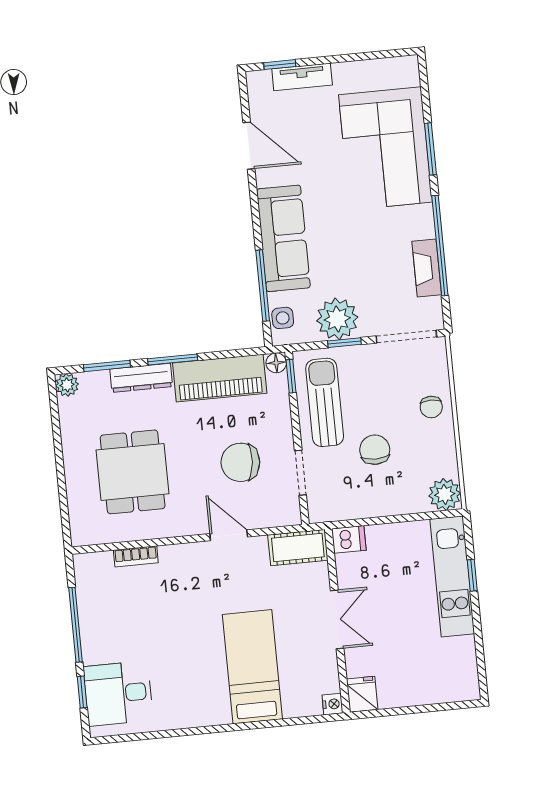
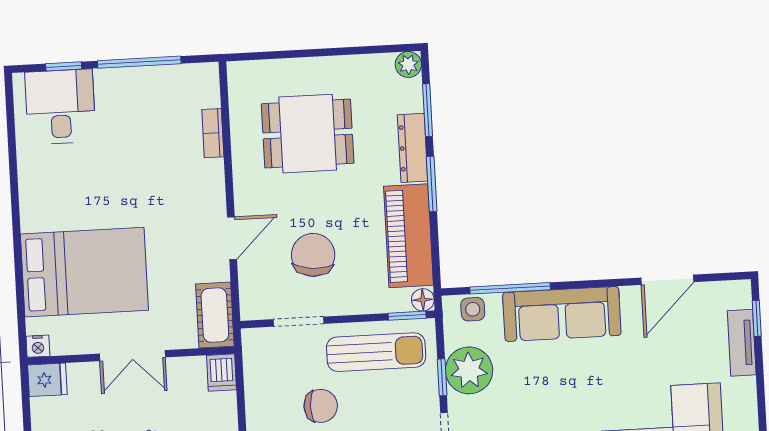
bed: (252, 667) -> (84, 272), width x1.50

